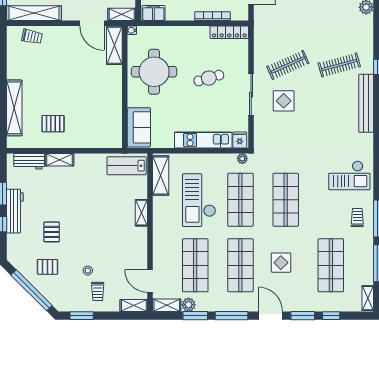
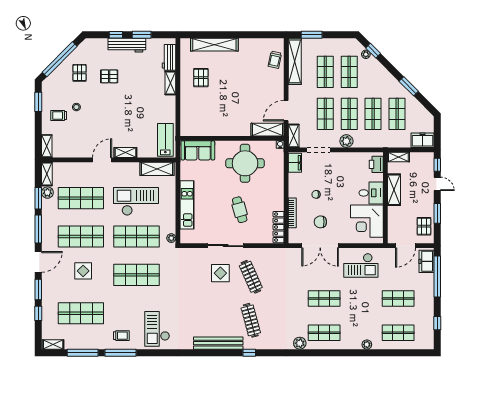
fridge: (240, 140) -> (187, 236), removed
door: (150, 281) -> (102, 160), moved

